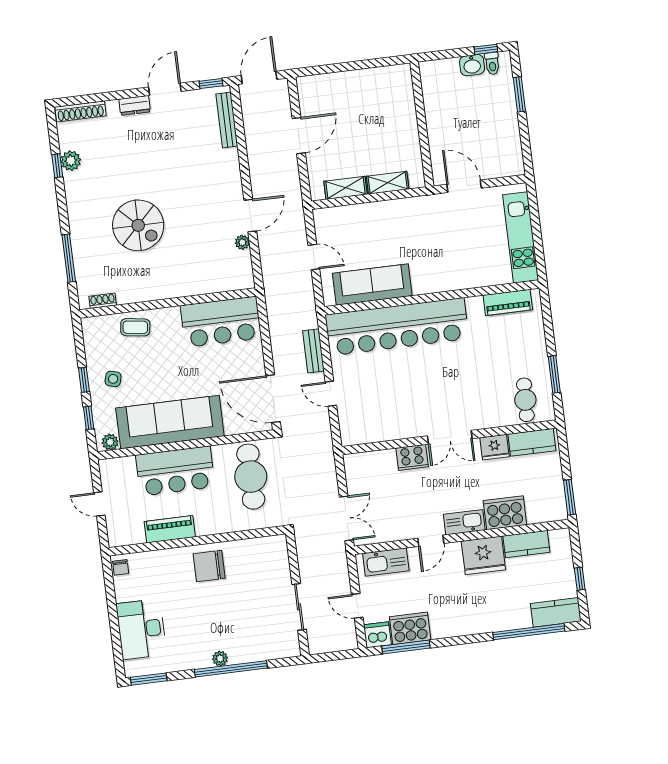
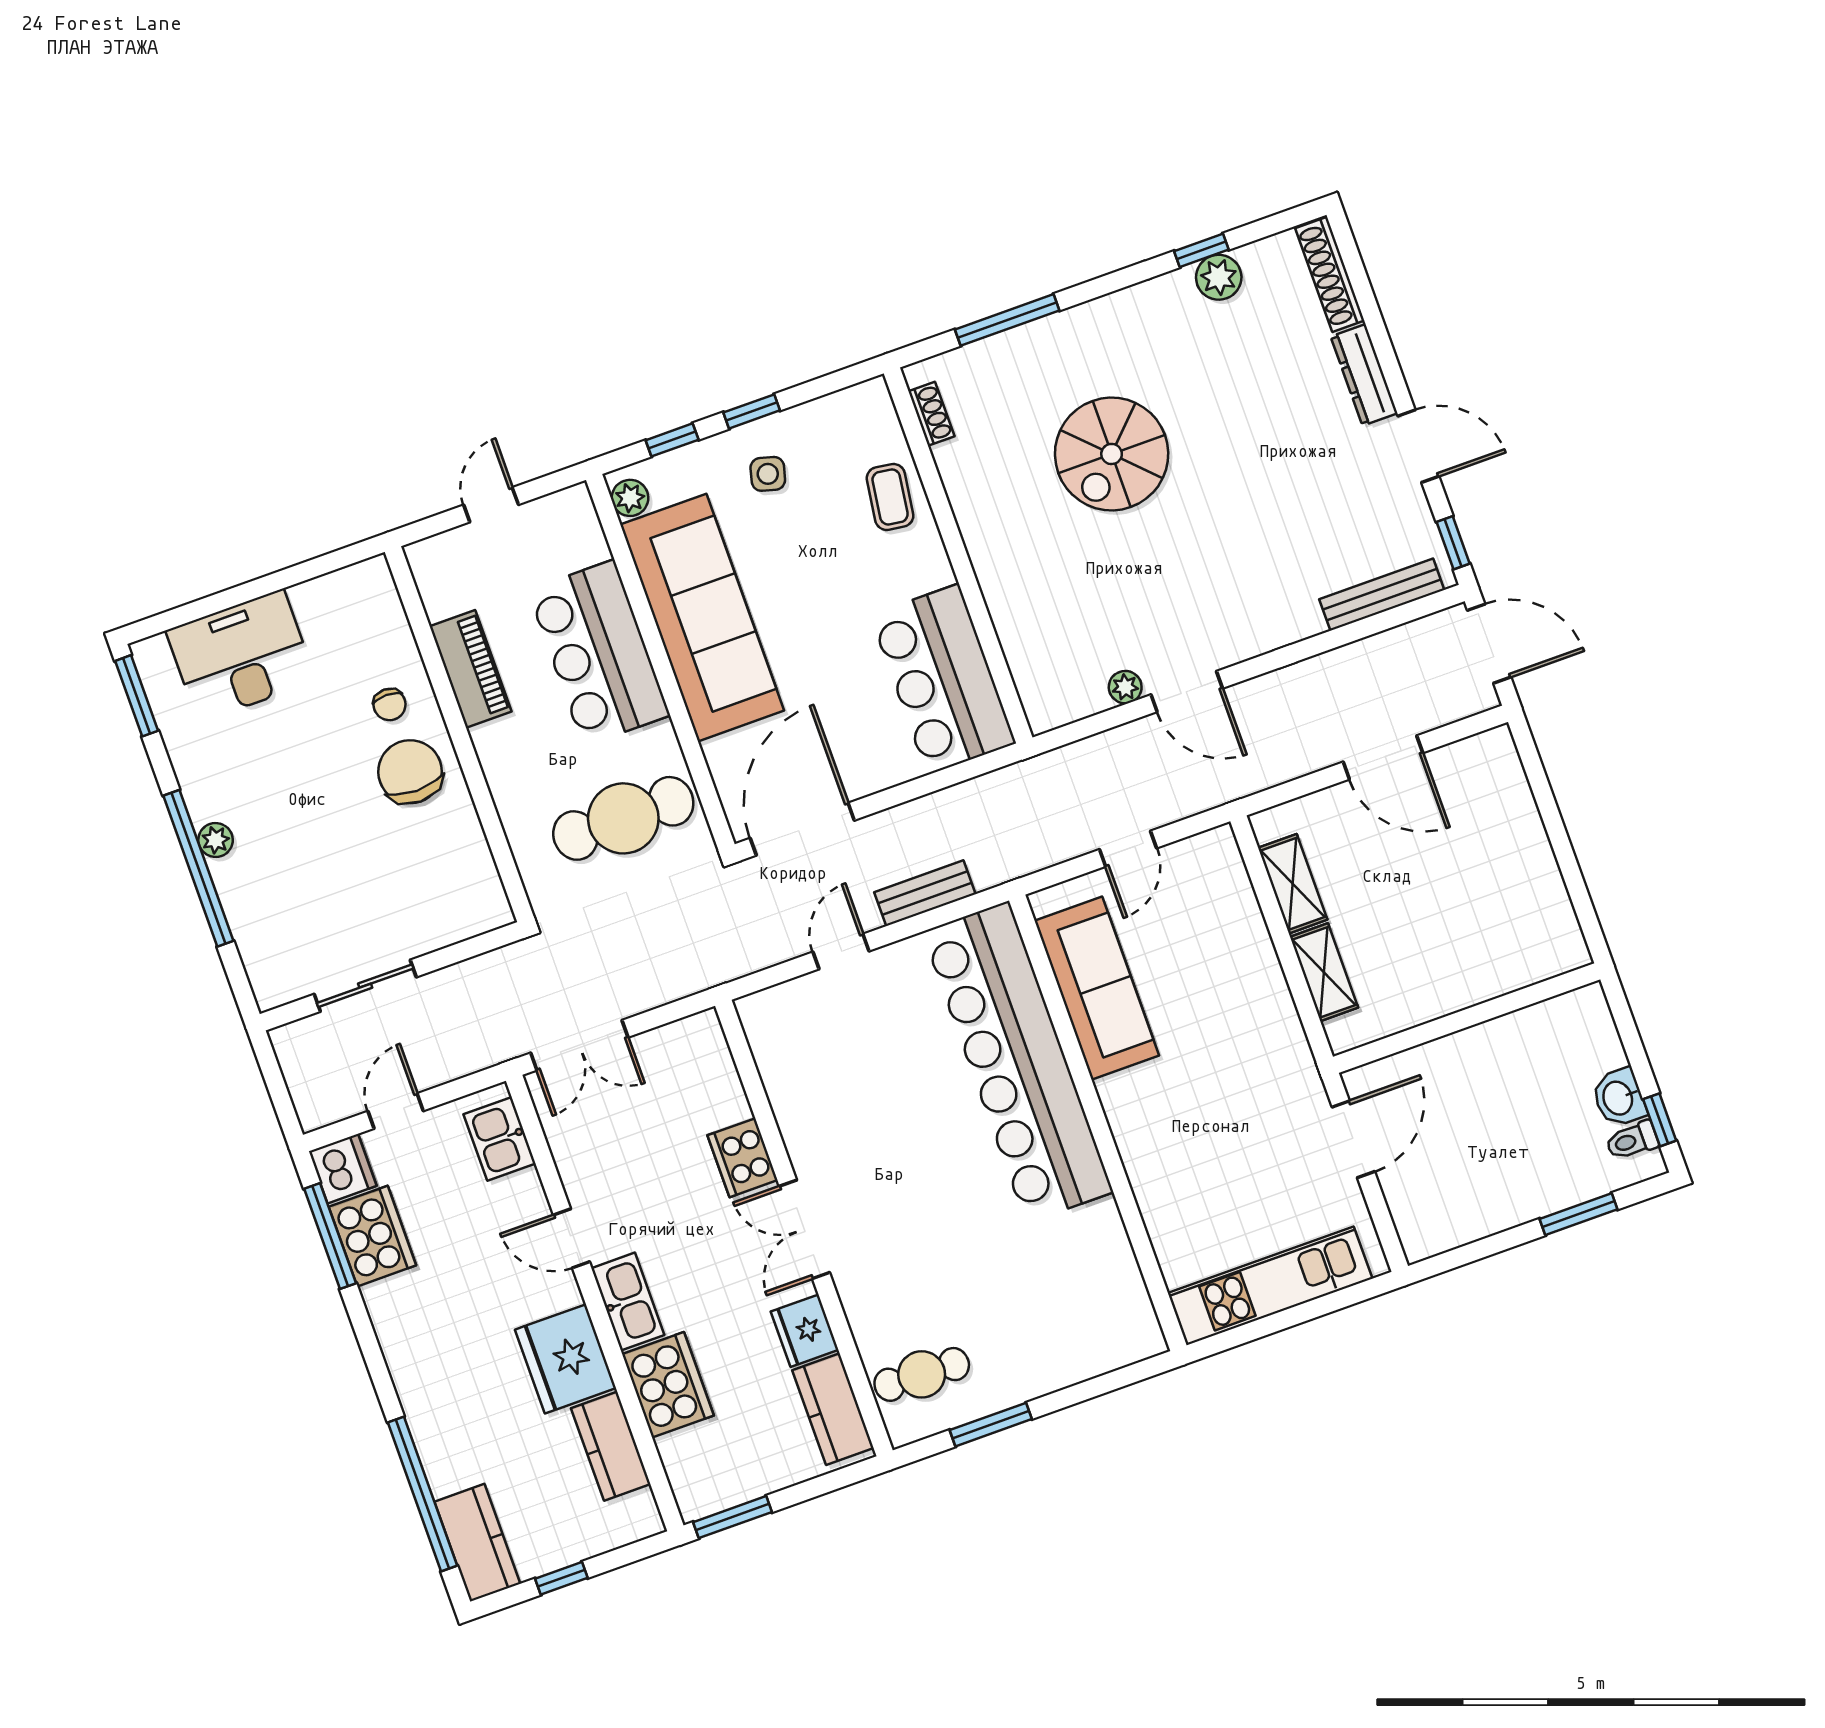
dresser: (135, 105) -> (1364, 375), width x1.44
piano: (508, 302) -> (1124, 1290), removed
kitchen sink: (386, 562) -> (500, 1139), width x0.73
chair: (121, 567) -> (390, 705), moved, turned -90

